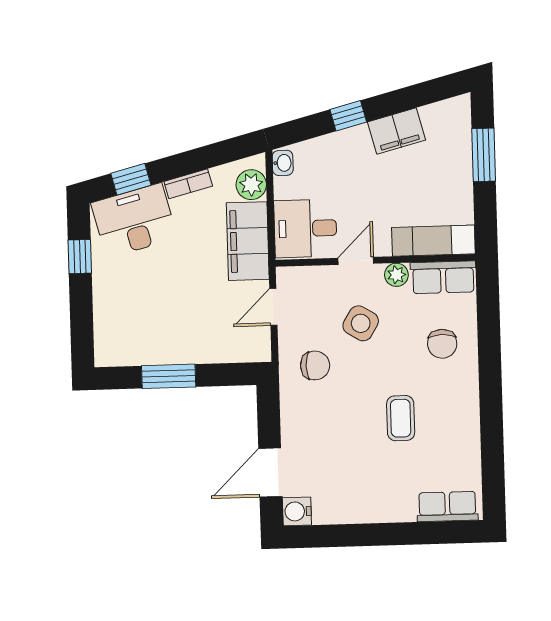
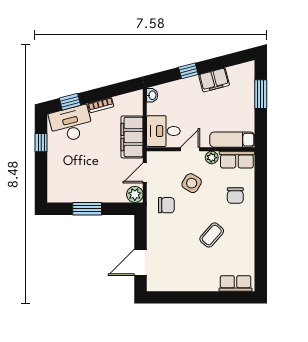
plant: (251, 185) -> (135, 194), moved
coffee table: (401, 418) -> (212, 235), turned 41
water cooler: (297, 511) -> (154, 284), removed

